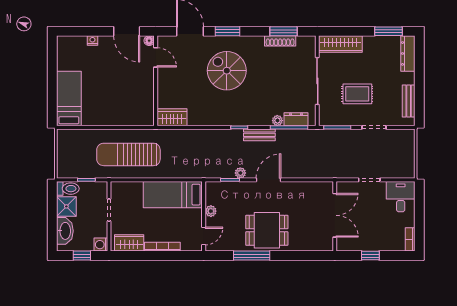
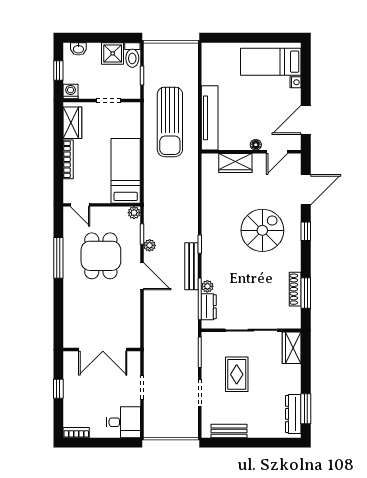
window: (228, 31) -> (306, 231), width x0.67
floor lamp: (149, 41) -> (256, 145), moved
wardrobe: (340, 44) -> (292, 348), width x0.67
dresser: (408, 53) -> (293, 414), moved, turned -90
bed: (69, 99) -> (271, 62), moved, turned 180
wardrobe: (172, 117) -> (235, 163), moved, turned 90
tv unit: (125, 118) -> (210, 118), added
bench: (259, 135) -> (192, 266), width x1.36
sun lounger: (128, 154) -> (170, 122), turned 180
plant: (211, 211) -> (134, 213), moved
dining table: (267, 230) -> (101, 256), moved
washbasin: (65, 231) -> (78, 49), width x0.52, depth x0.69

